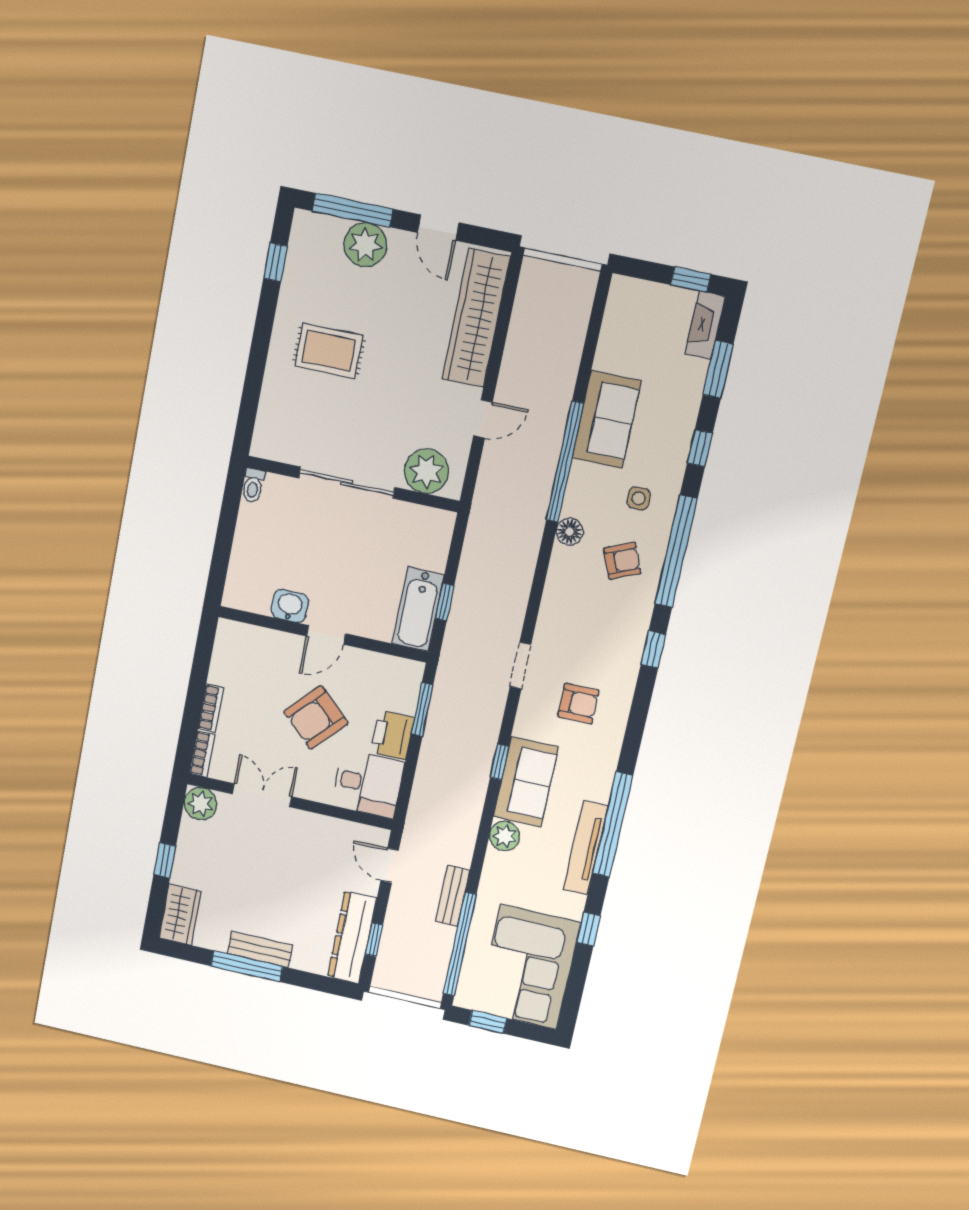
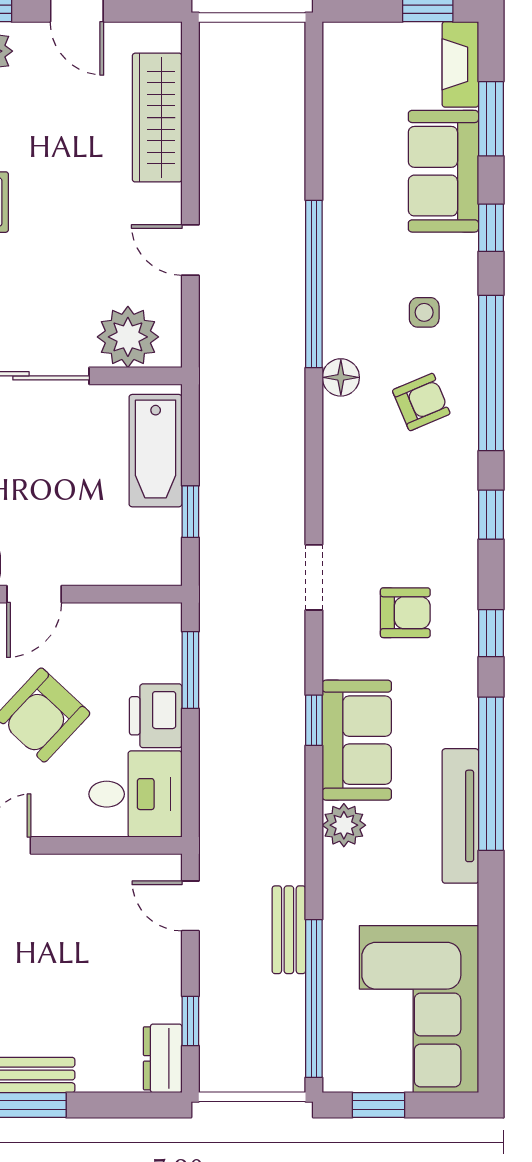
wardrobe: (476, 318) -> (157, 118), width x0.71, depth x0.85
door: (483, 419) -> (190, 250), swing flipped
sofa: (606, 419) -> (443, 171), moved, turned 180
bathtub: (418, 609) -> (156, 451), moved
window: (589, 929) -> (491, 633), moved
dresser: (352, 937) -> (163, 1058), width x0.51, depth x0.80

